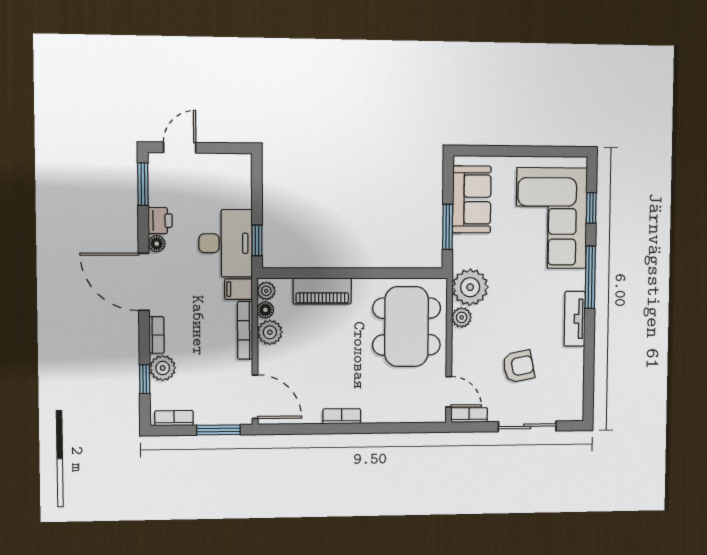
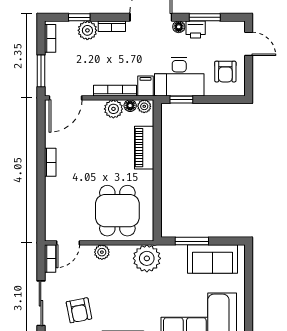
armchair: (218, 180) -> (225, 72), added
window: (143, 184) -> (205, 17), moved
plant: (462, 317) -> (102, 252), moved
dining table: (407, 327) -> (117, 211), width x0.73
armchair: (518, 366) -> (79, 310), moved

